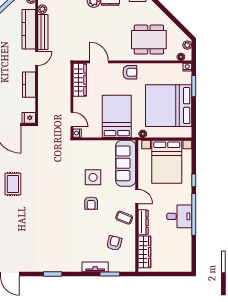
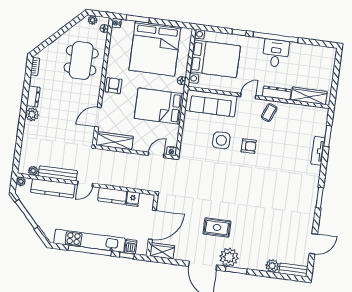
door: (37, 58) -> (85, 184), swing flipped
fridge: (29, 118) -> (133, 199), moved
armchair: (114, 243) -> (295, 127), removed

